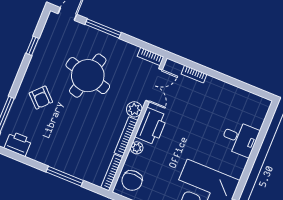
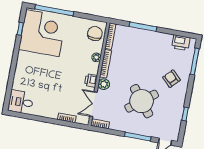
round table: (88, 76) -> (142, 101), turned 37
printer: (151, 126) -> (91, 81), width x0.53, depth x0.68
desk: (240, 138) -> (21, 102), moved

